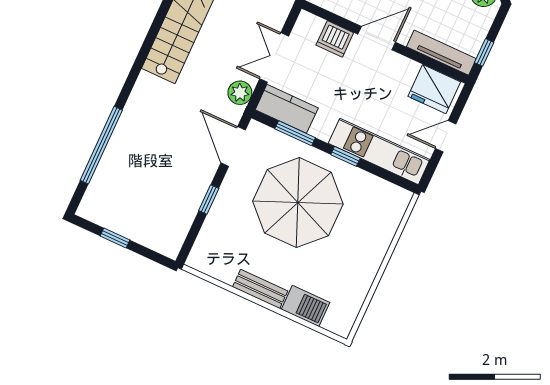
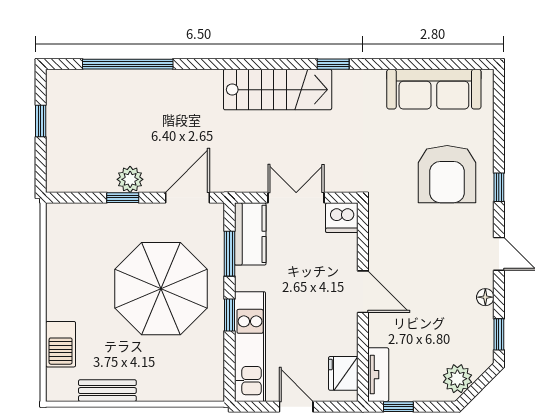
dishwasher: (335, 39) -> (342, 218), moved, turned -90
tv unit: (441, 53) -> (378, 375), width x0.71
fridge: (434, 89) -> (343, 373), width x0.73, depth x0.75
plant: (240, 93) -> (130, 179), moved
bench: (260, 289) -> (107, 391), moved, turned 90

